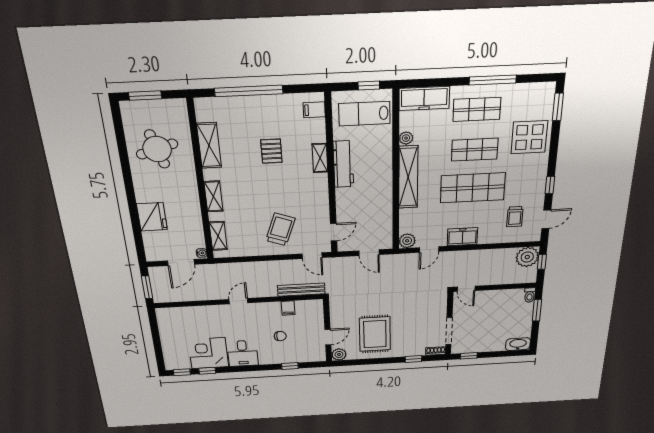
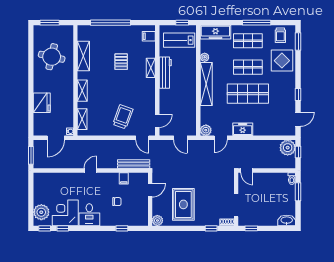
round table: (157, 149) -> (52, 57), turned 30
trolley: (515, 217) -> (280, 35), moved
door: (328, 337) -> (150, 190), moved
plant: (174, 354) -> (41, 212), added

